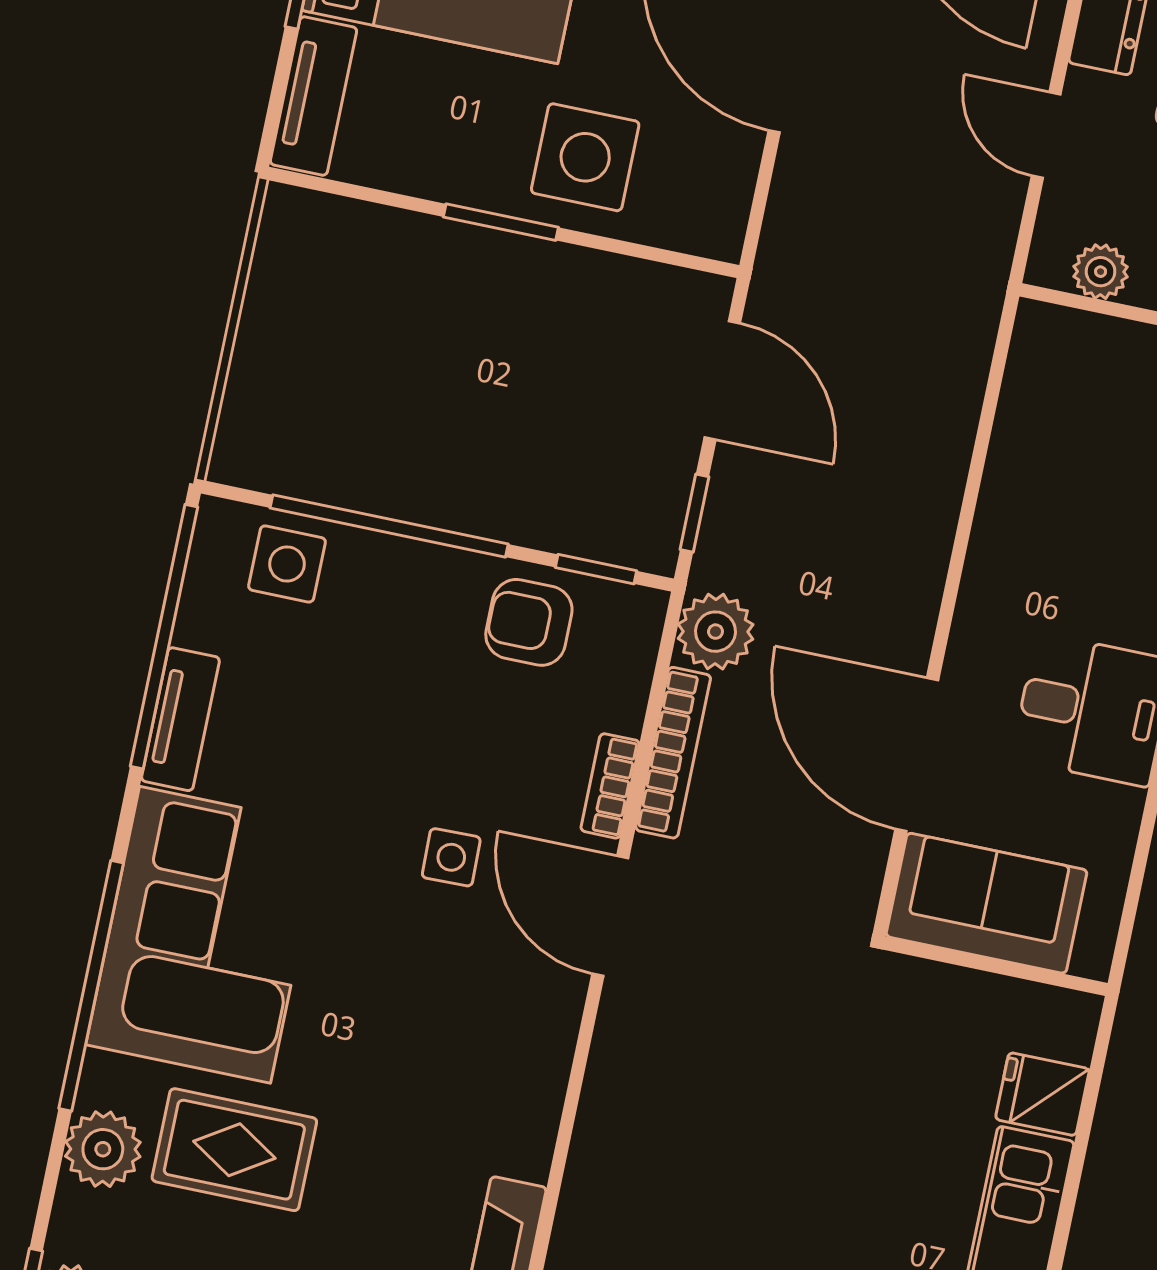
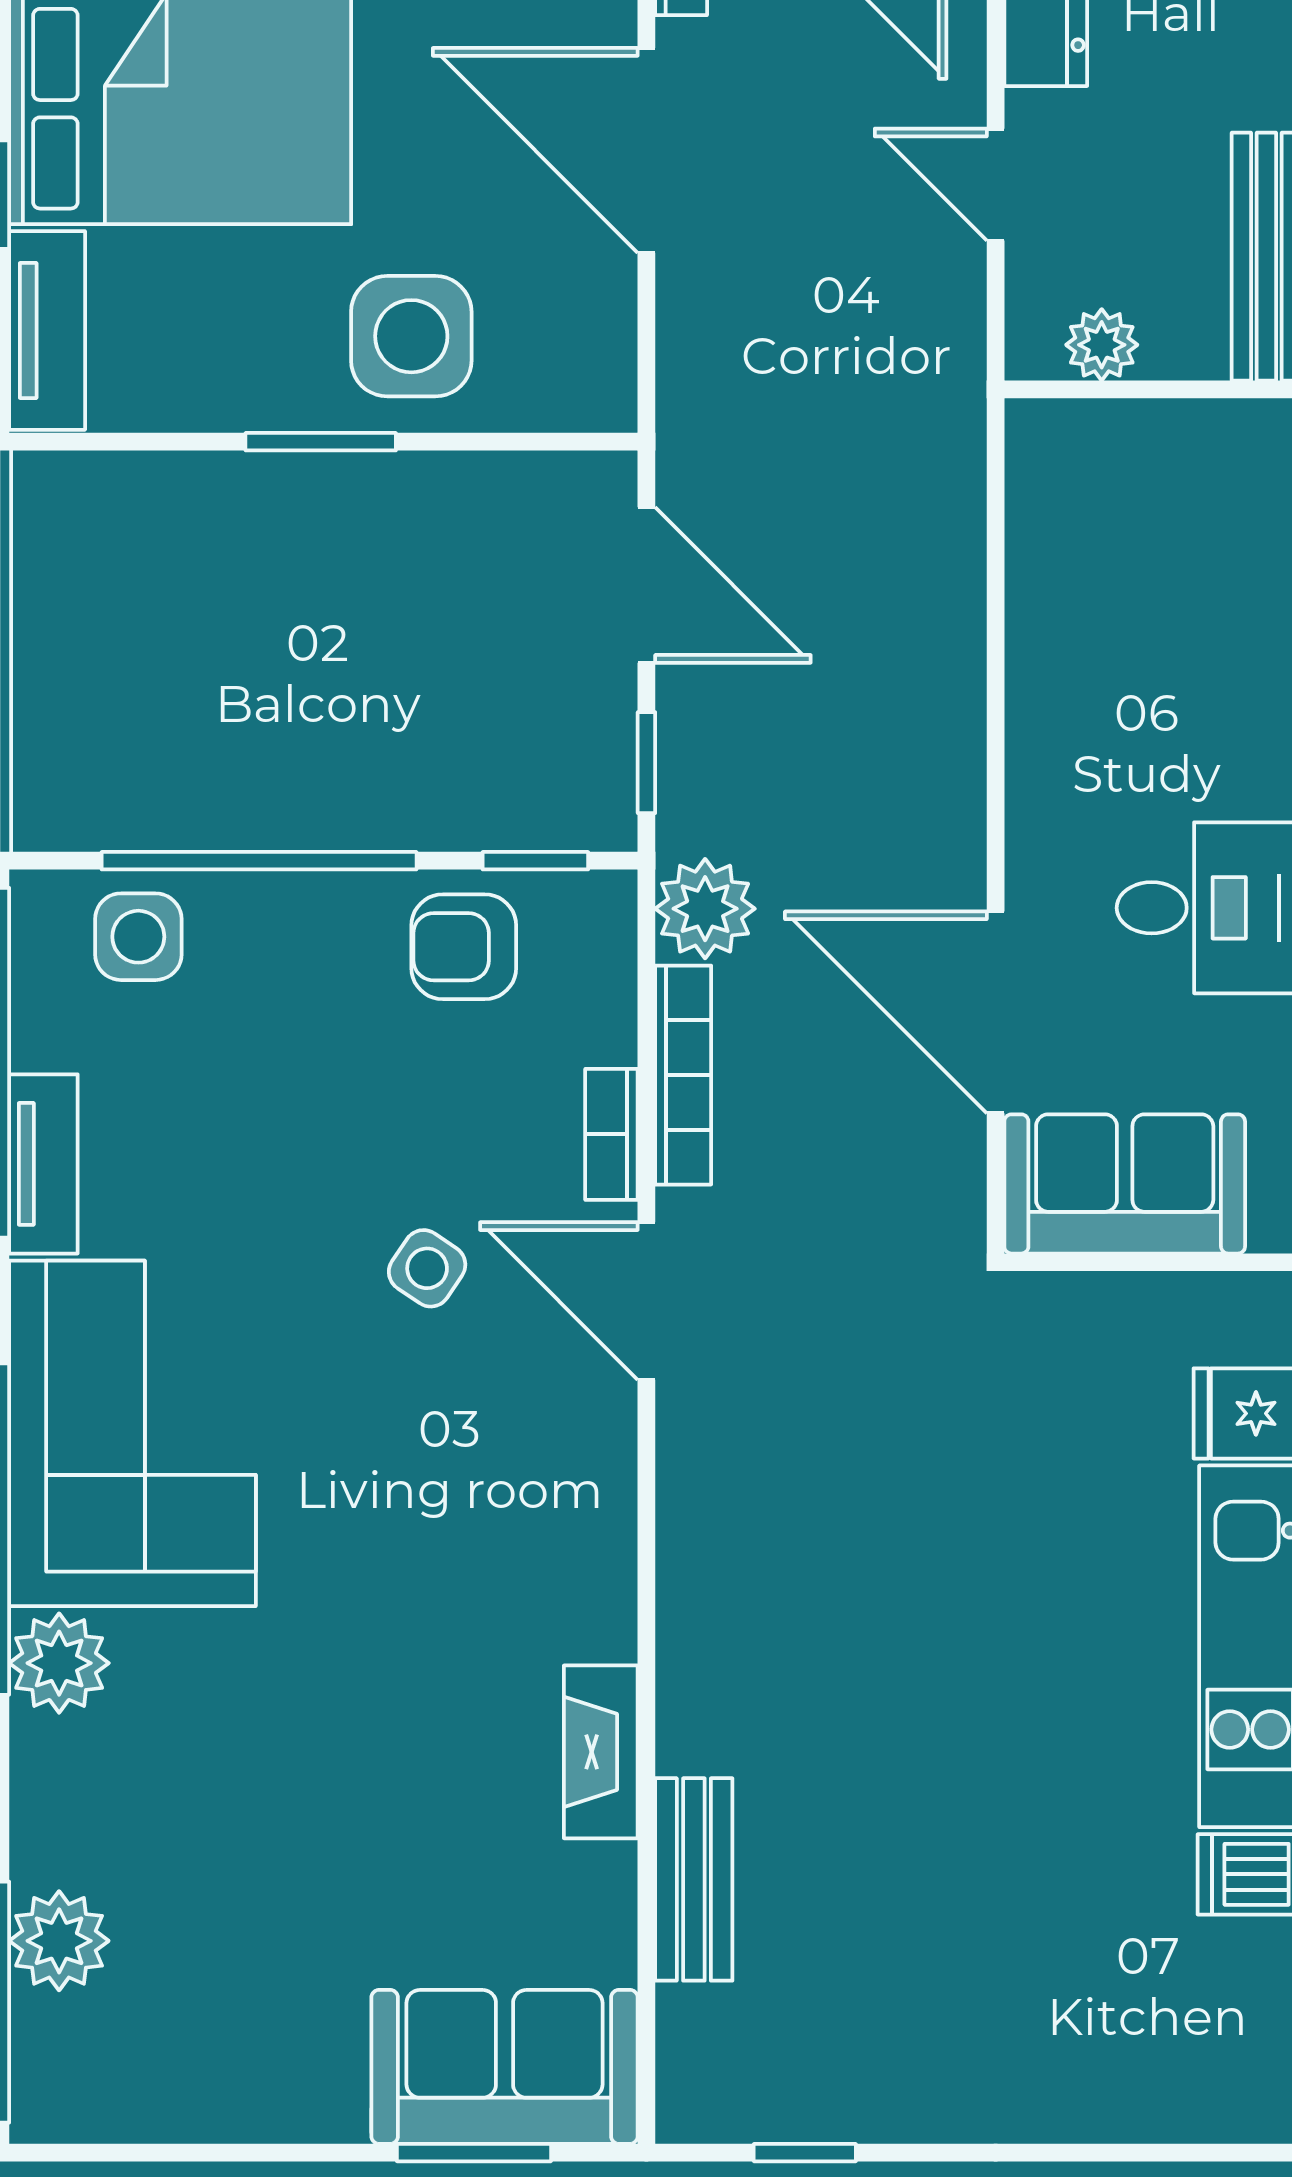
side table: (451, 857) -> (427, 1268), turned 35
plant: (103, 1149) -> (59, 1663), moved
rug: (234, 1150) -> (228, 1701), removed

